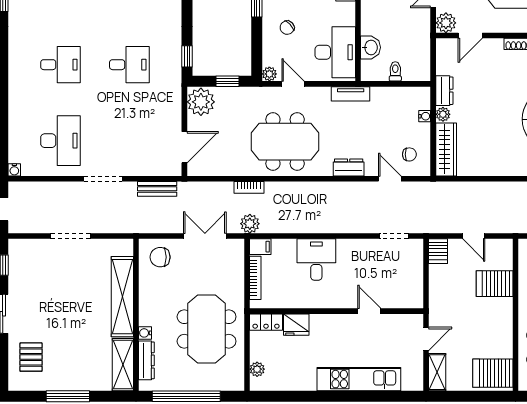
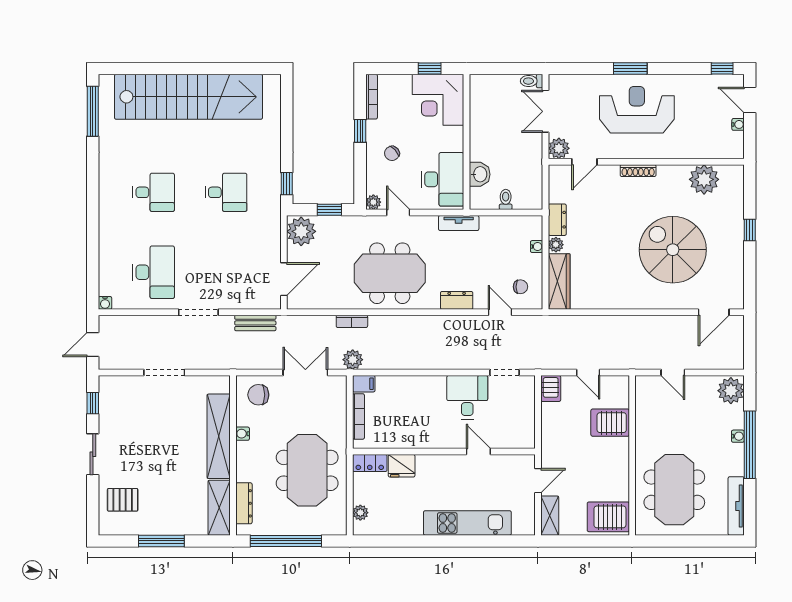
desk: (316, 259) -> (467, 397), moved
water cooler: (145, 333) -> (243, 434), moved
pallet: (31, 357) -> (123, 500), turned 90

